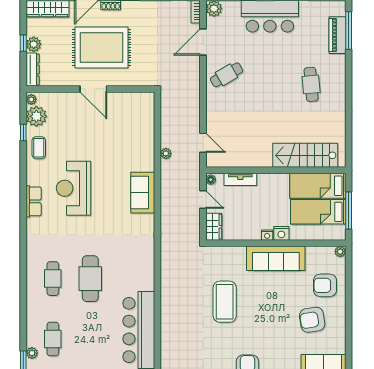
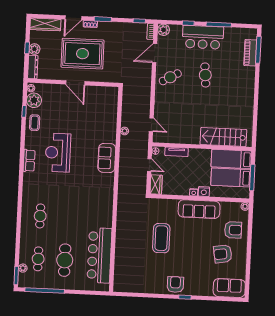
cafe table: (311, 84) -> (205, 75), moved
cafe table: (90, 279) -> (65, 260), moved
armchair: (325, 285) -> (233, 230), turned 180

